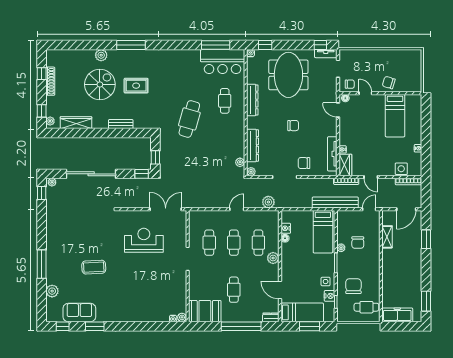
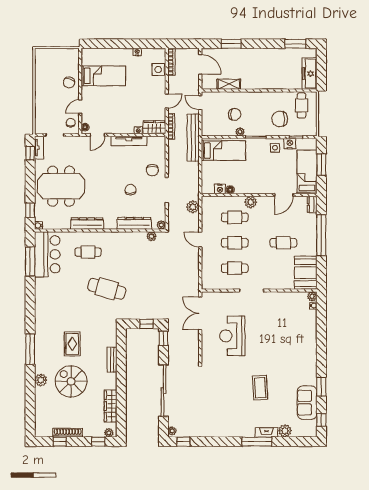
chair: (293, 126) -> (131, 190), moved
tv unit: (332, 154) -> (129, 141), moved
fireplace: (51, 273) -> (266, 432), added

